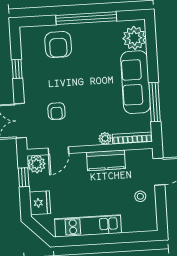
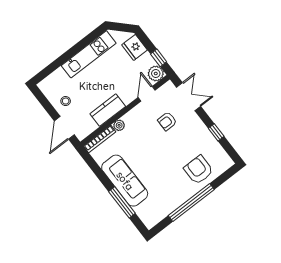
plant: (134, 38) -> (147, 212), removed
window: (155, 102) -> (122, 202), moved
armchair: (56, 111) -> (167, 121), turned -90

